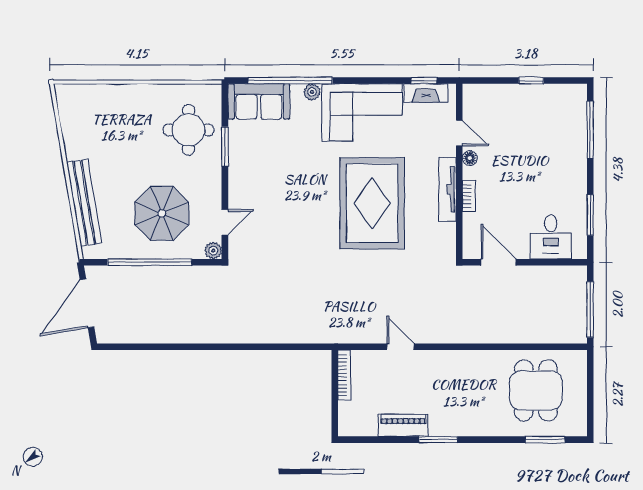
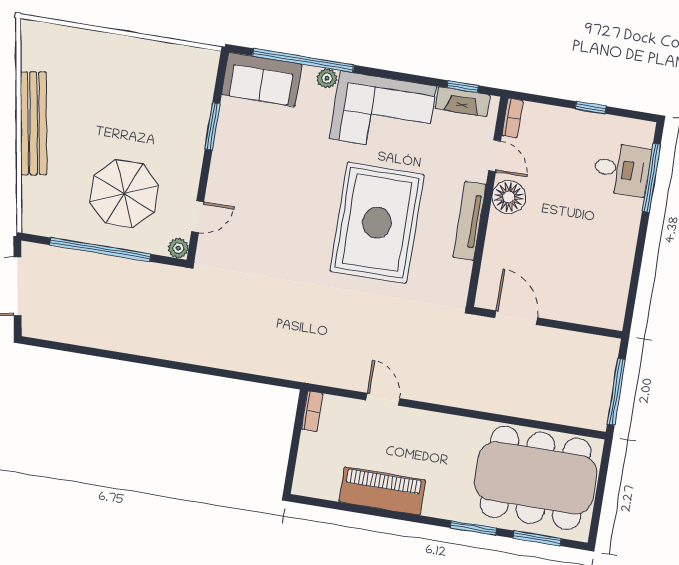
round table: (188, 130) -> (172, 99), removed
floor lamp: (470, 158) -> (509, 197), width x1.89, depth x1.89
bookcase: (469, 196) -> (512, 118), moved
bench: (84, 203) -> (33, 123), moved
window: (590, 215) -> (635, 279), removed
desk: (551, 237) -> (622, 169), moved, turned -90
bookcase: (344, 375) -> (312, 411), width x0.64
dining table: (536, 390) -> (536, 478), width x1.88, depth x1.24
piano: (403, 425) -> (382, 491), width x1.37, depth x1.33
window: (438, 440) -> (473, 528), moved

